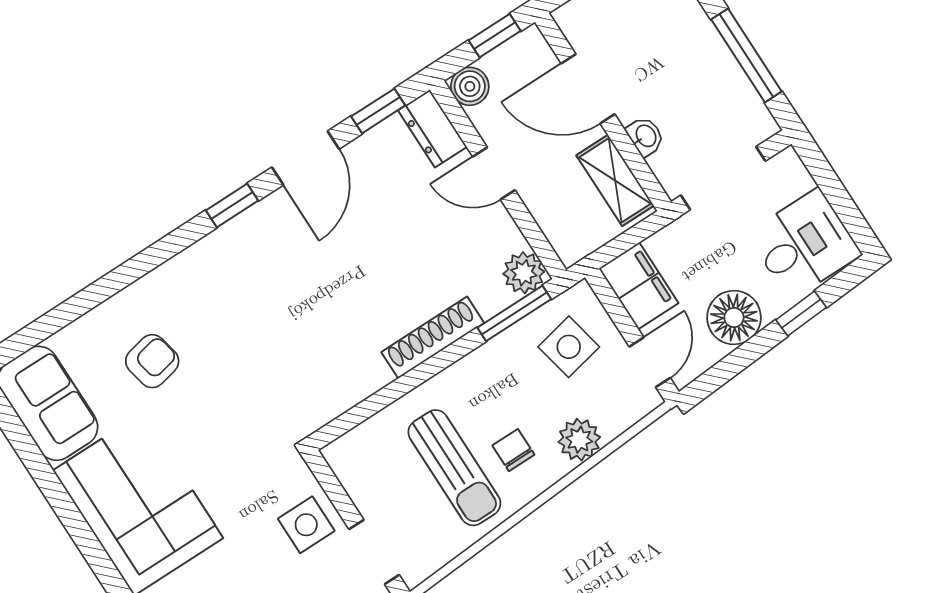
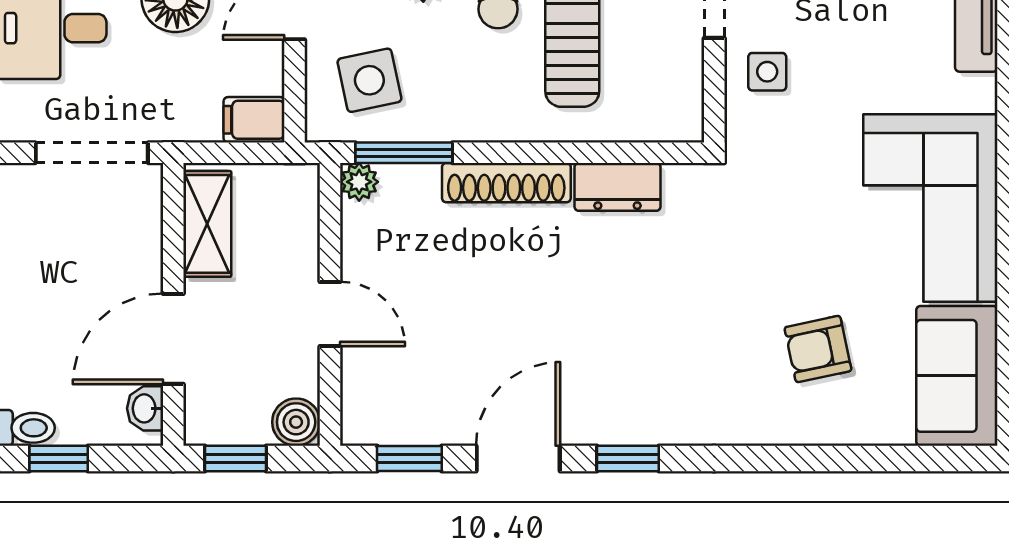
door: (588, 89) -> (173, 339), swing flipped
dresser: (432, 129) -> (618, 187), moved, turned 90
washbasin: (645, 136) -> (145, 408), moved
plant: (524, 273) -> (359, 182), width x0.73, depth x0.73
filing cabinet: (639, 286) -> (254, 120), width x0.50
side table: (306, 525) -> (767, 72), width x0.73, depth x0.73

